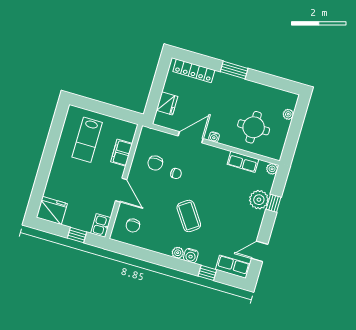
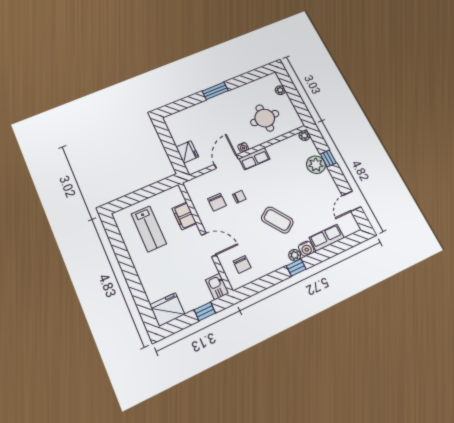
locker: (194, 71) -> (187, 114), removed
row of seats: (243, 162) -> (254, 159), moved
row of seats: (233, 267) -> (327, 238), moved
window: (207, 273) -> (296, 267), moved

